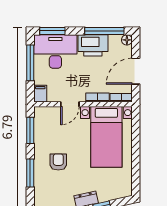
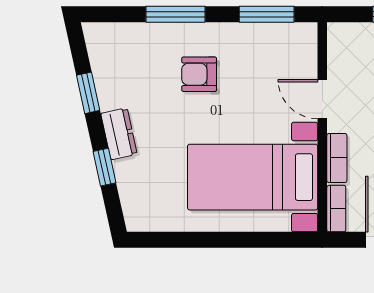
filing cabinet: (40, 94) -> (345, 36), removed
armchair: (58, 162) -> (199, 74), turned 180

